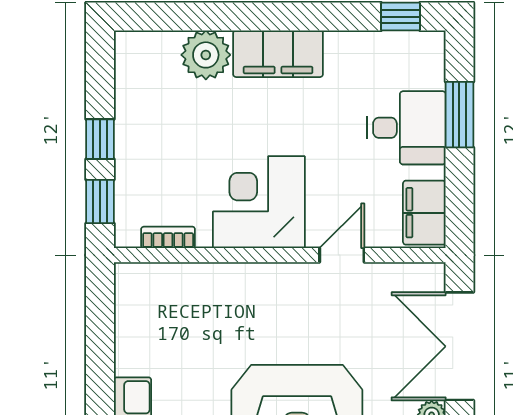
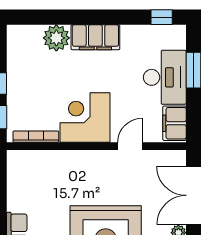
desk: (406, 128) -> (165, 77), width x1.37
bookcase: (168, 237) -> (36, 137), width x1.56

